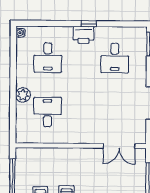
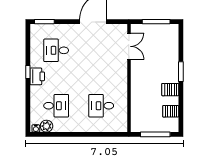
desk: (115, 58) -> (56, 50), turned 180
plant: (23, 95) -> (47, 126), moved

